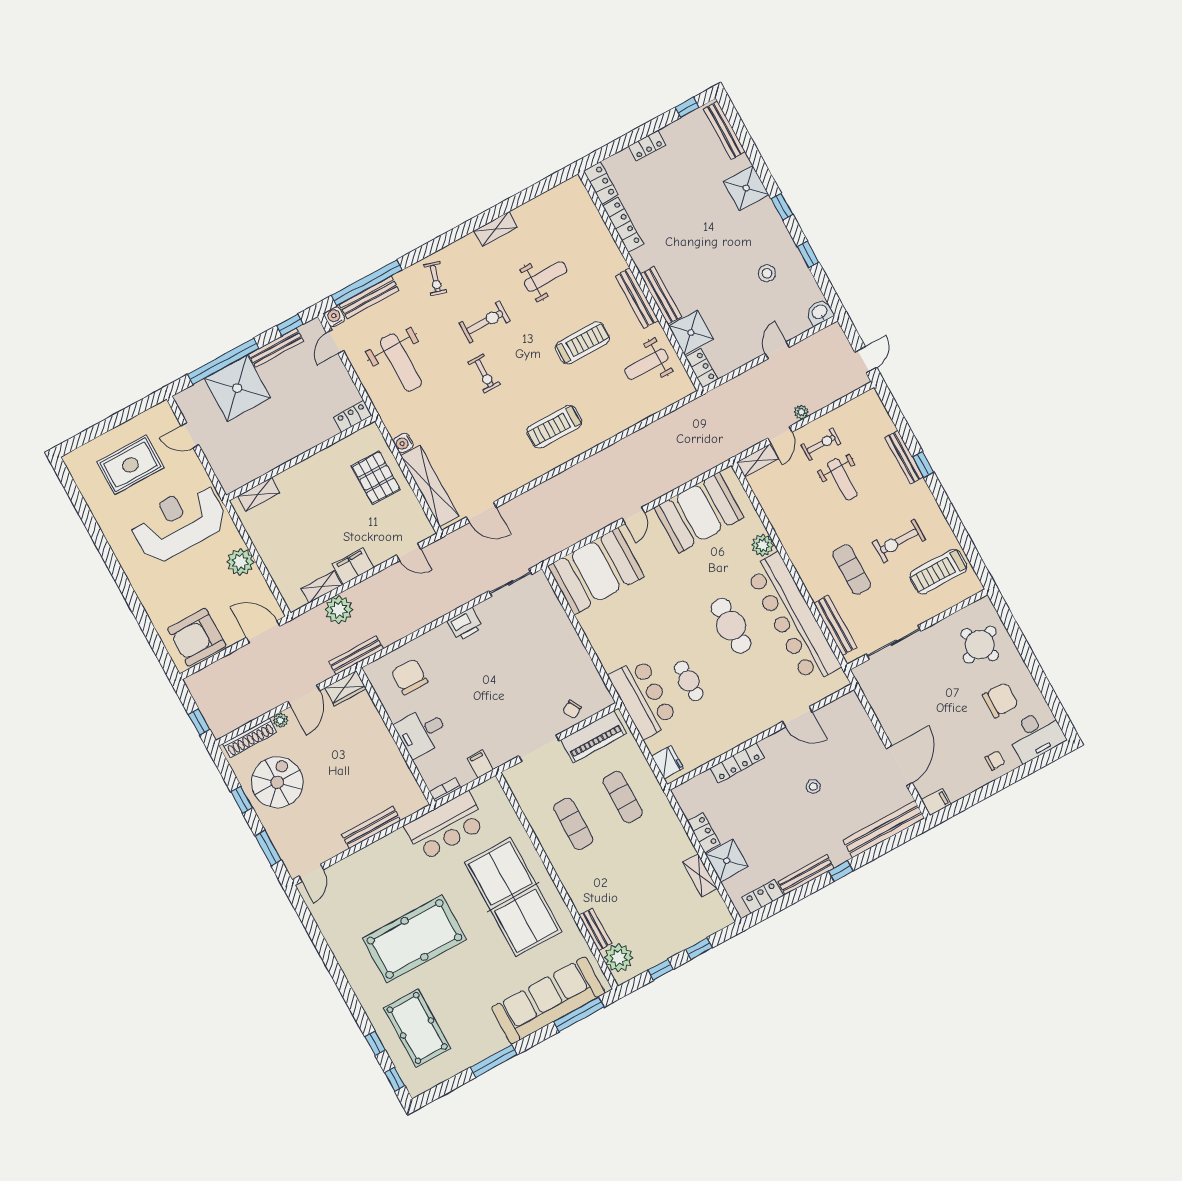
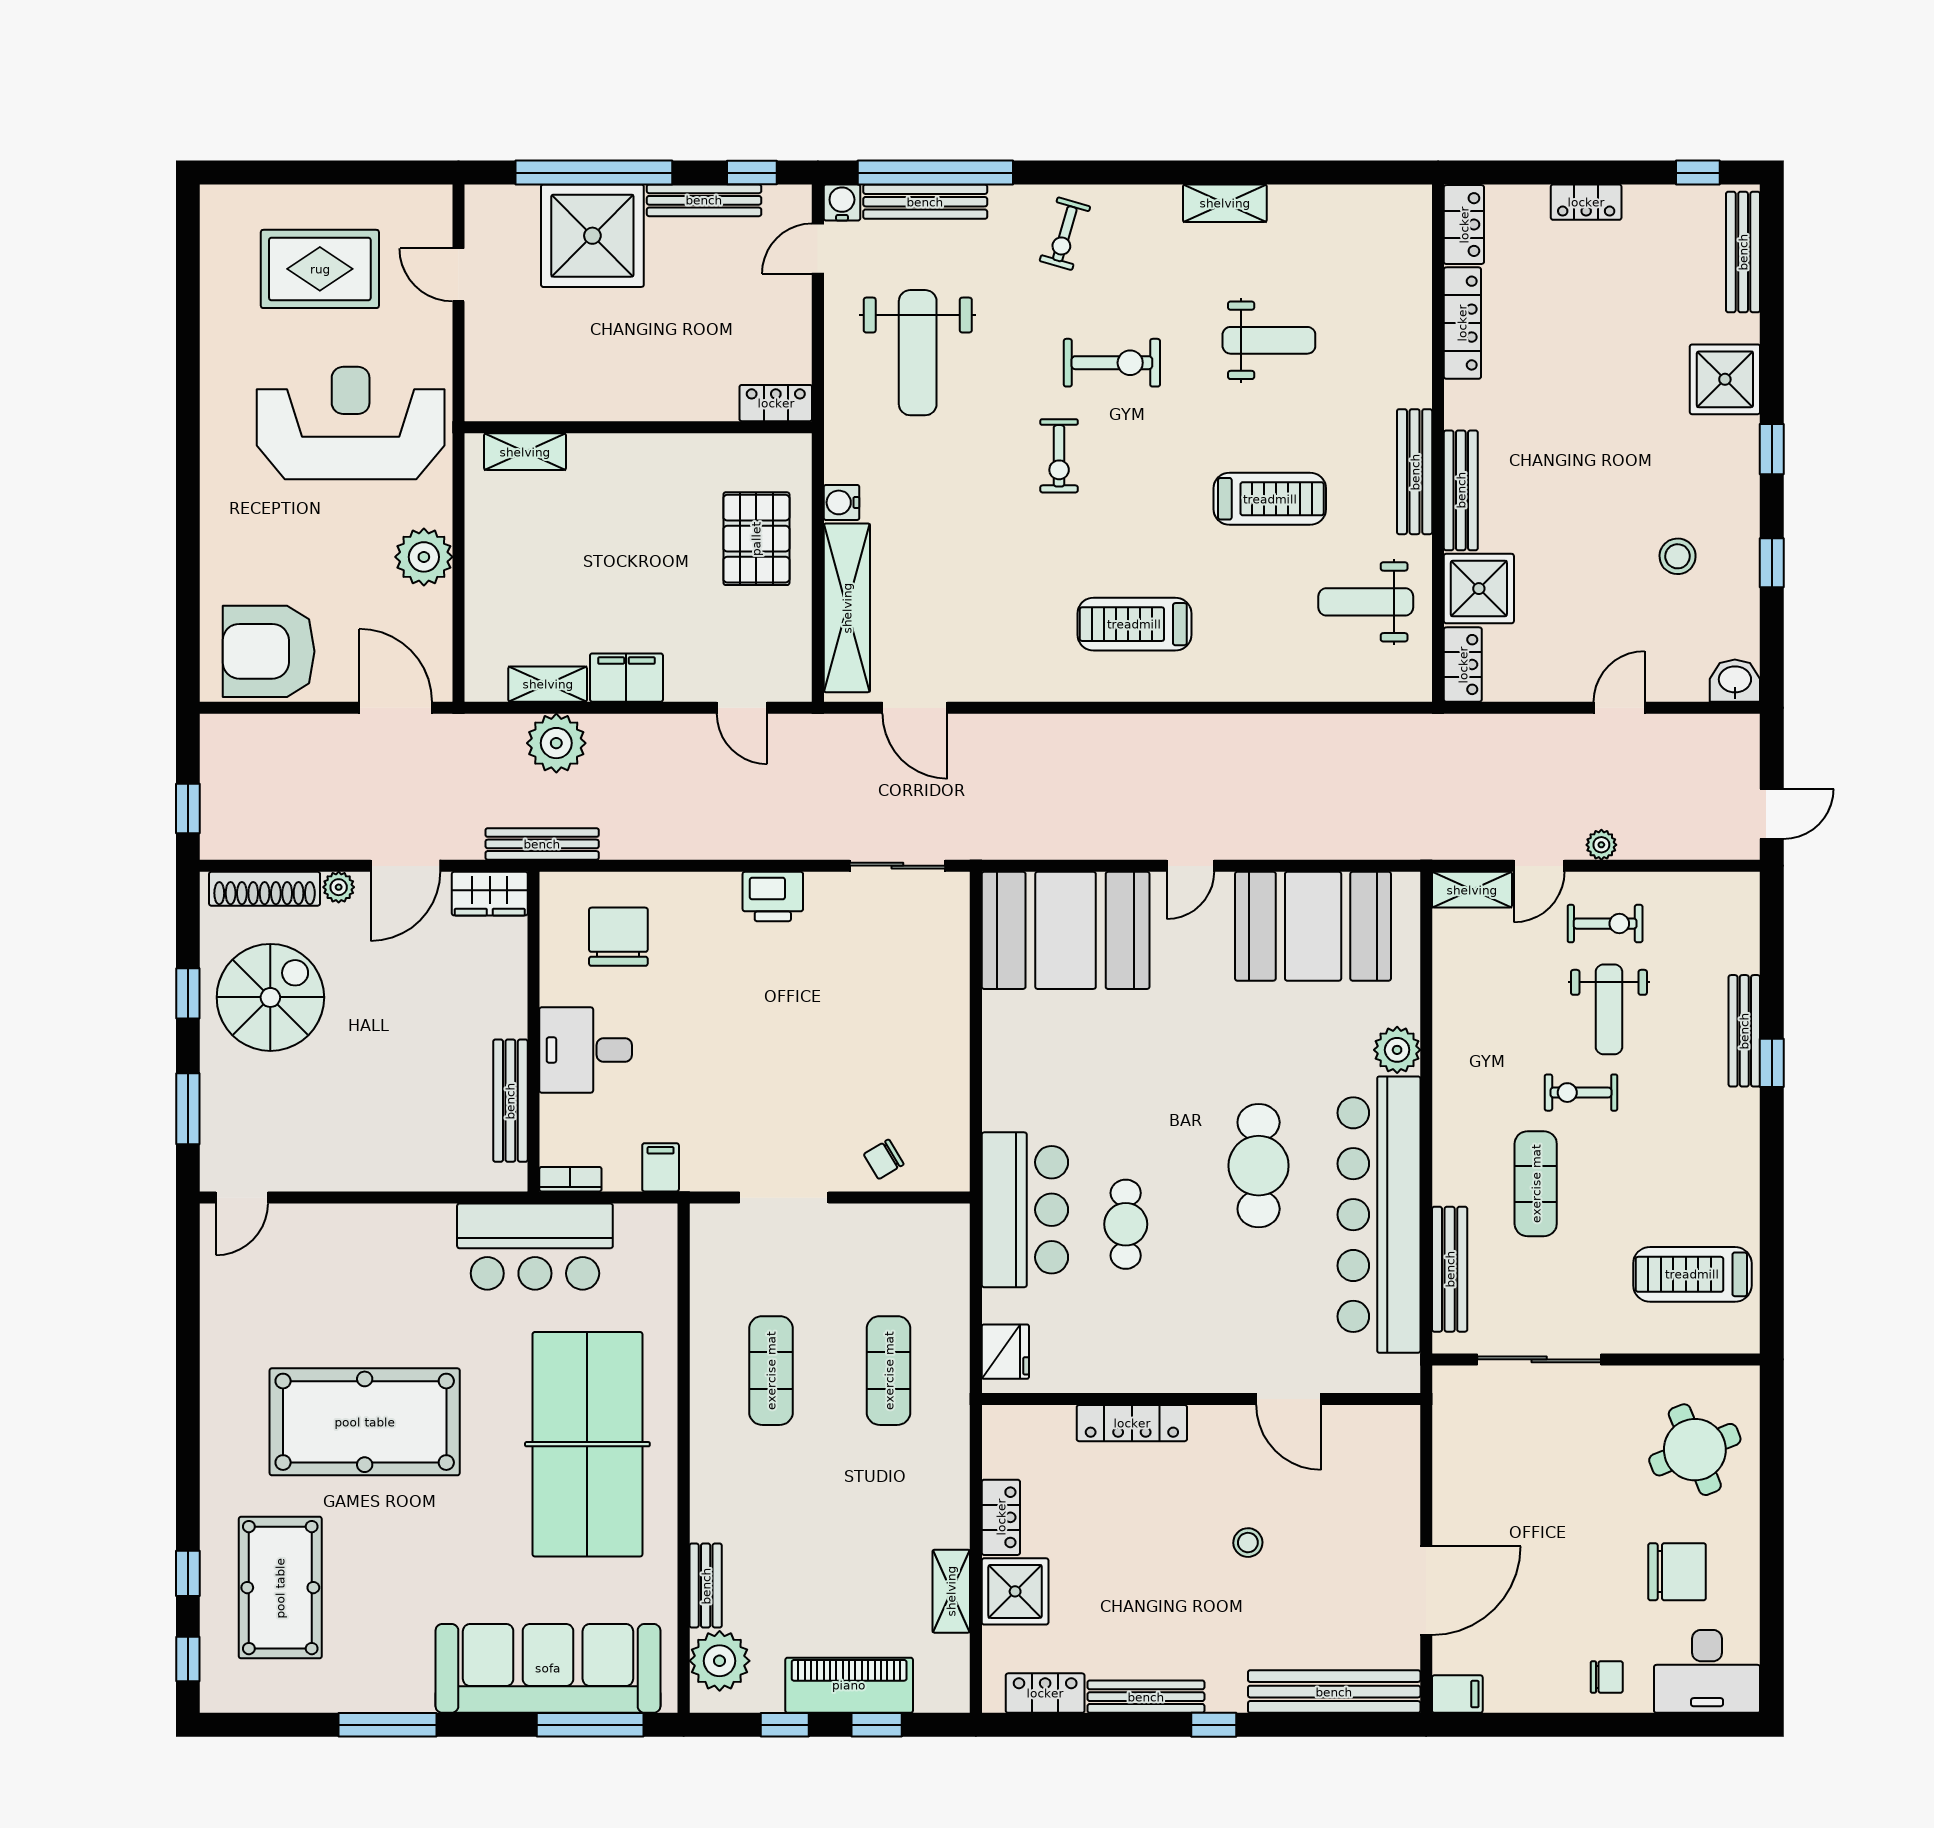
exercise bike: (899, 541) -> (1581, 1093), moved, width x0.73, depth x0.72
piano: (594, 737) -> (849, 1685), moved, turned 180
bench: (371, 827) -> (510, 1101), moved, turned 90

